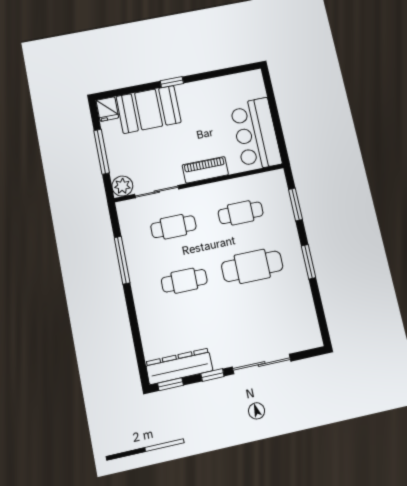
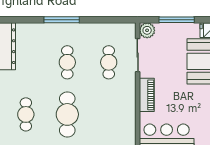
cafe table: (241, 213) -> (26, 114), moved
window: (122, 260) -> (62, 20), moved

